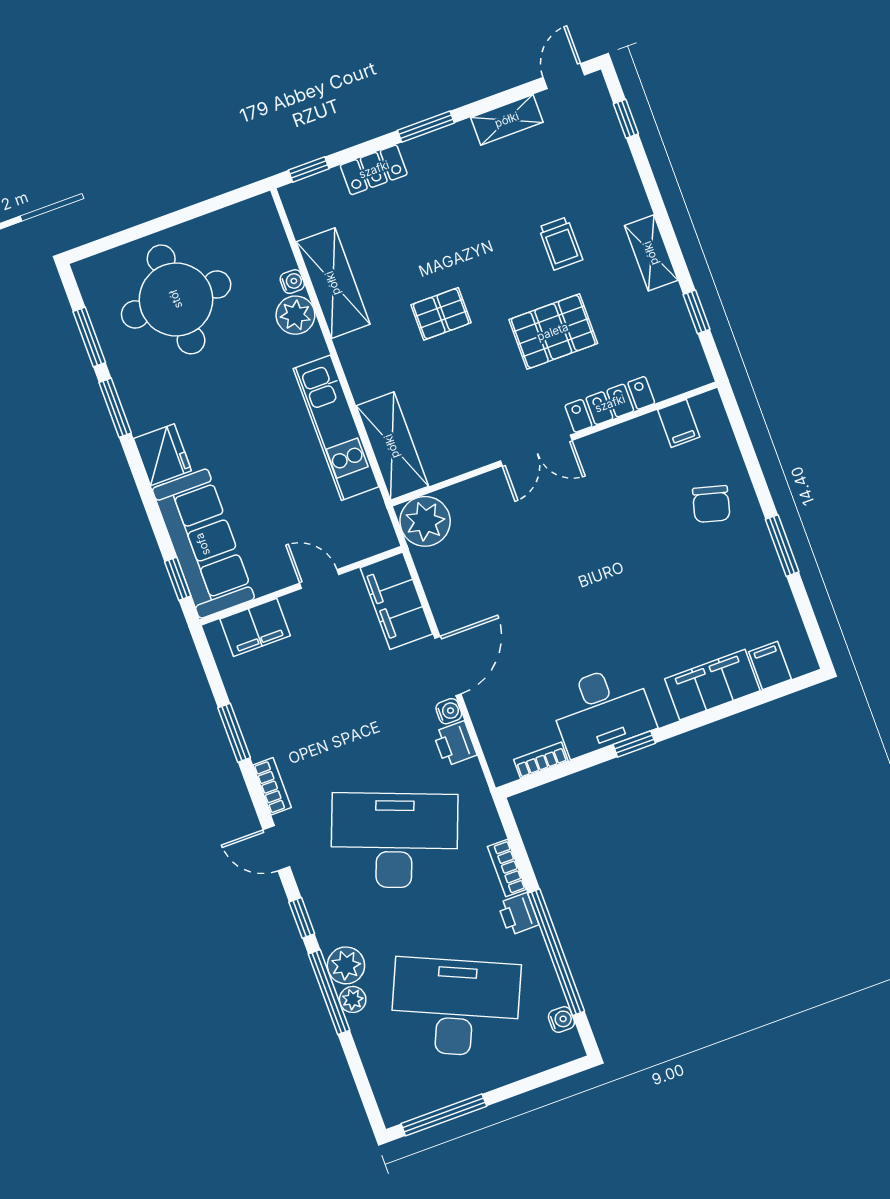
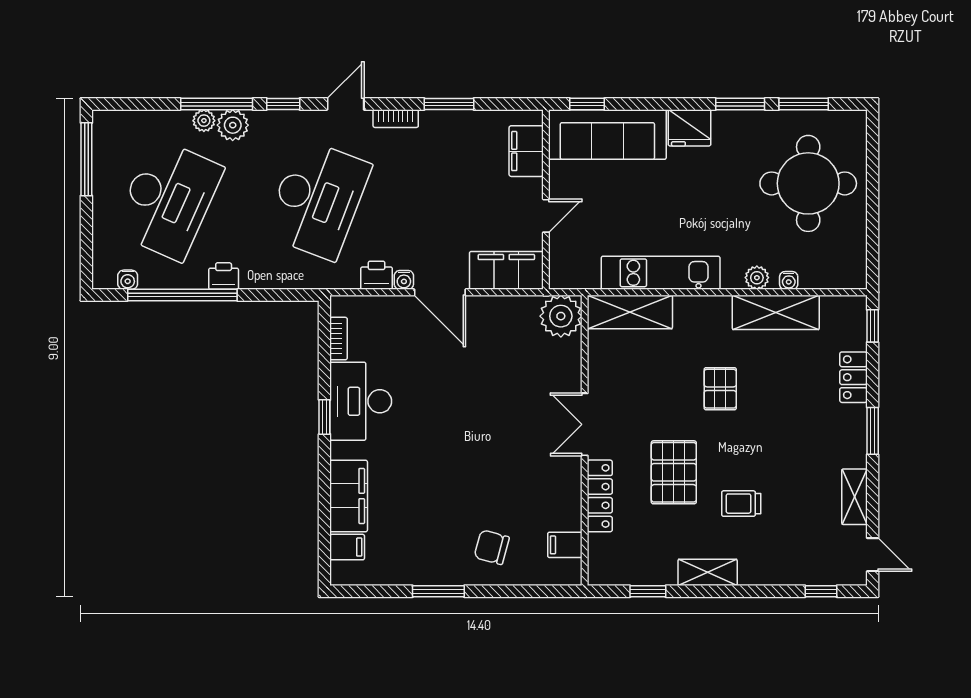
plant: (295, 315) -> (757, 278), width x0.73, depth x0.73
bookcase: (507, 868) -> (263, 280), removed

